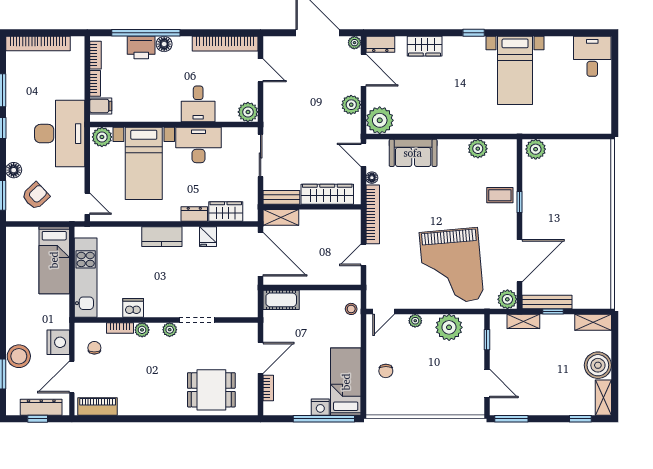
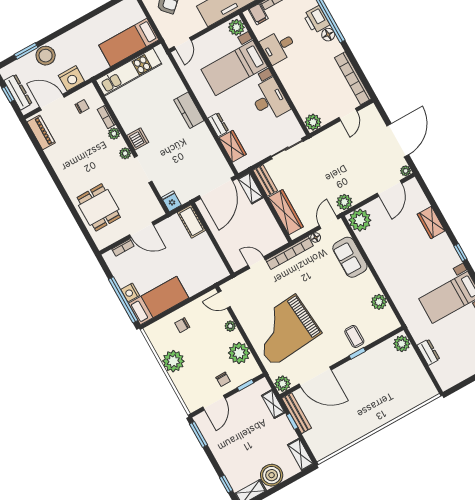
dresser: (380, 44) -> (428, 352), moved, turned 180
desk: (198, 104) -> (278, 47), moved
plant: (351, 105) -> (344, 202), moved
fridge: (208, 237) -> (171, 201), moved, turned 90
dishwasher: (133, 308) -> (138, 139), moved
stool: (351, 309) -> (213, 275), removed
chair: (468, 360) -> (223, 379), added
plant: (419, 402) -> (173, 361), added

